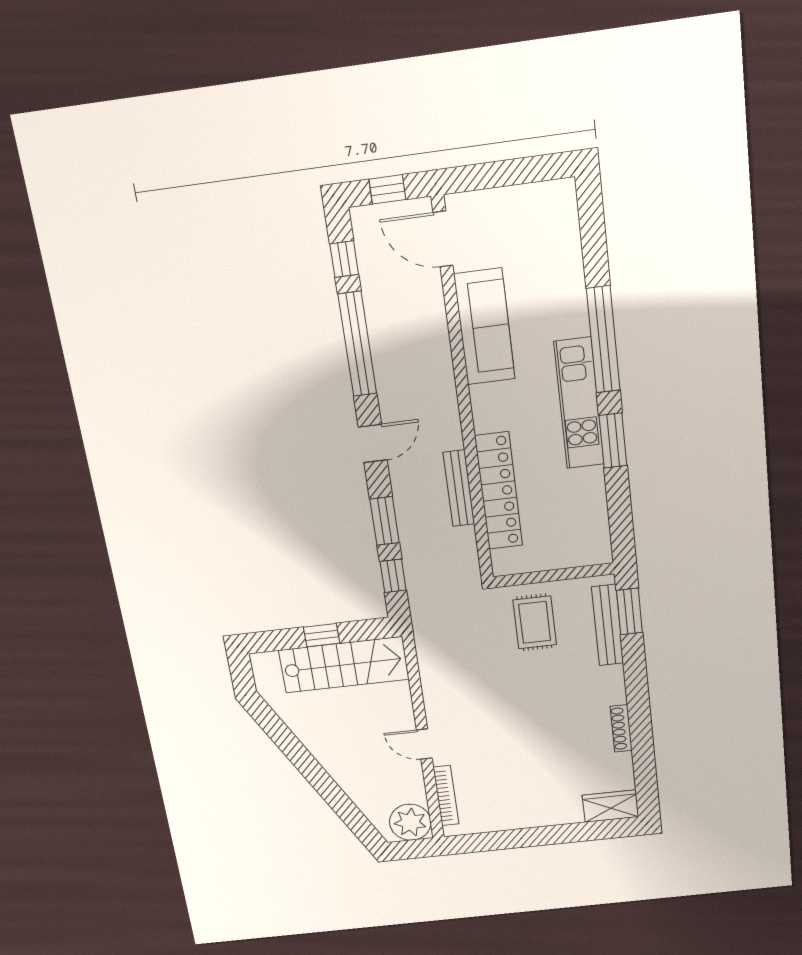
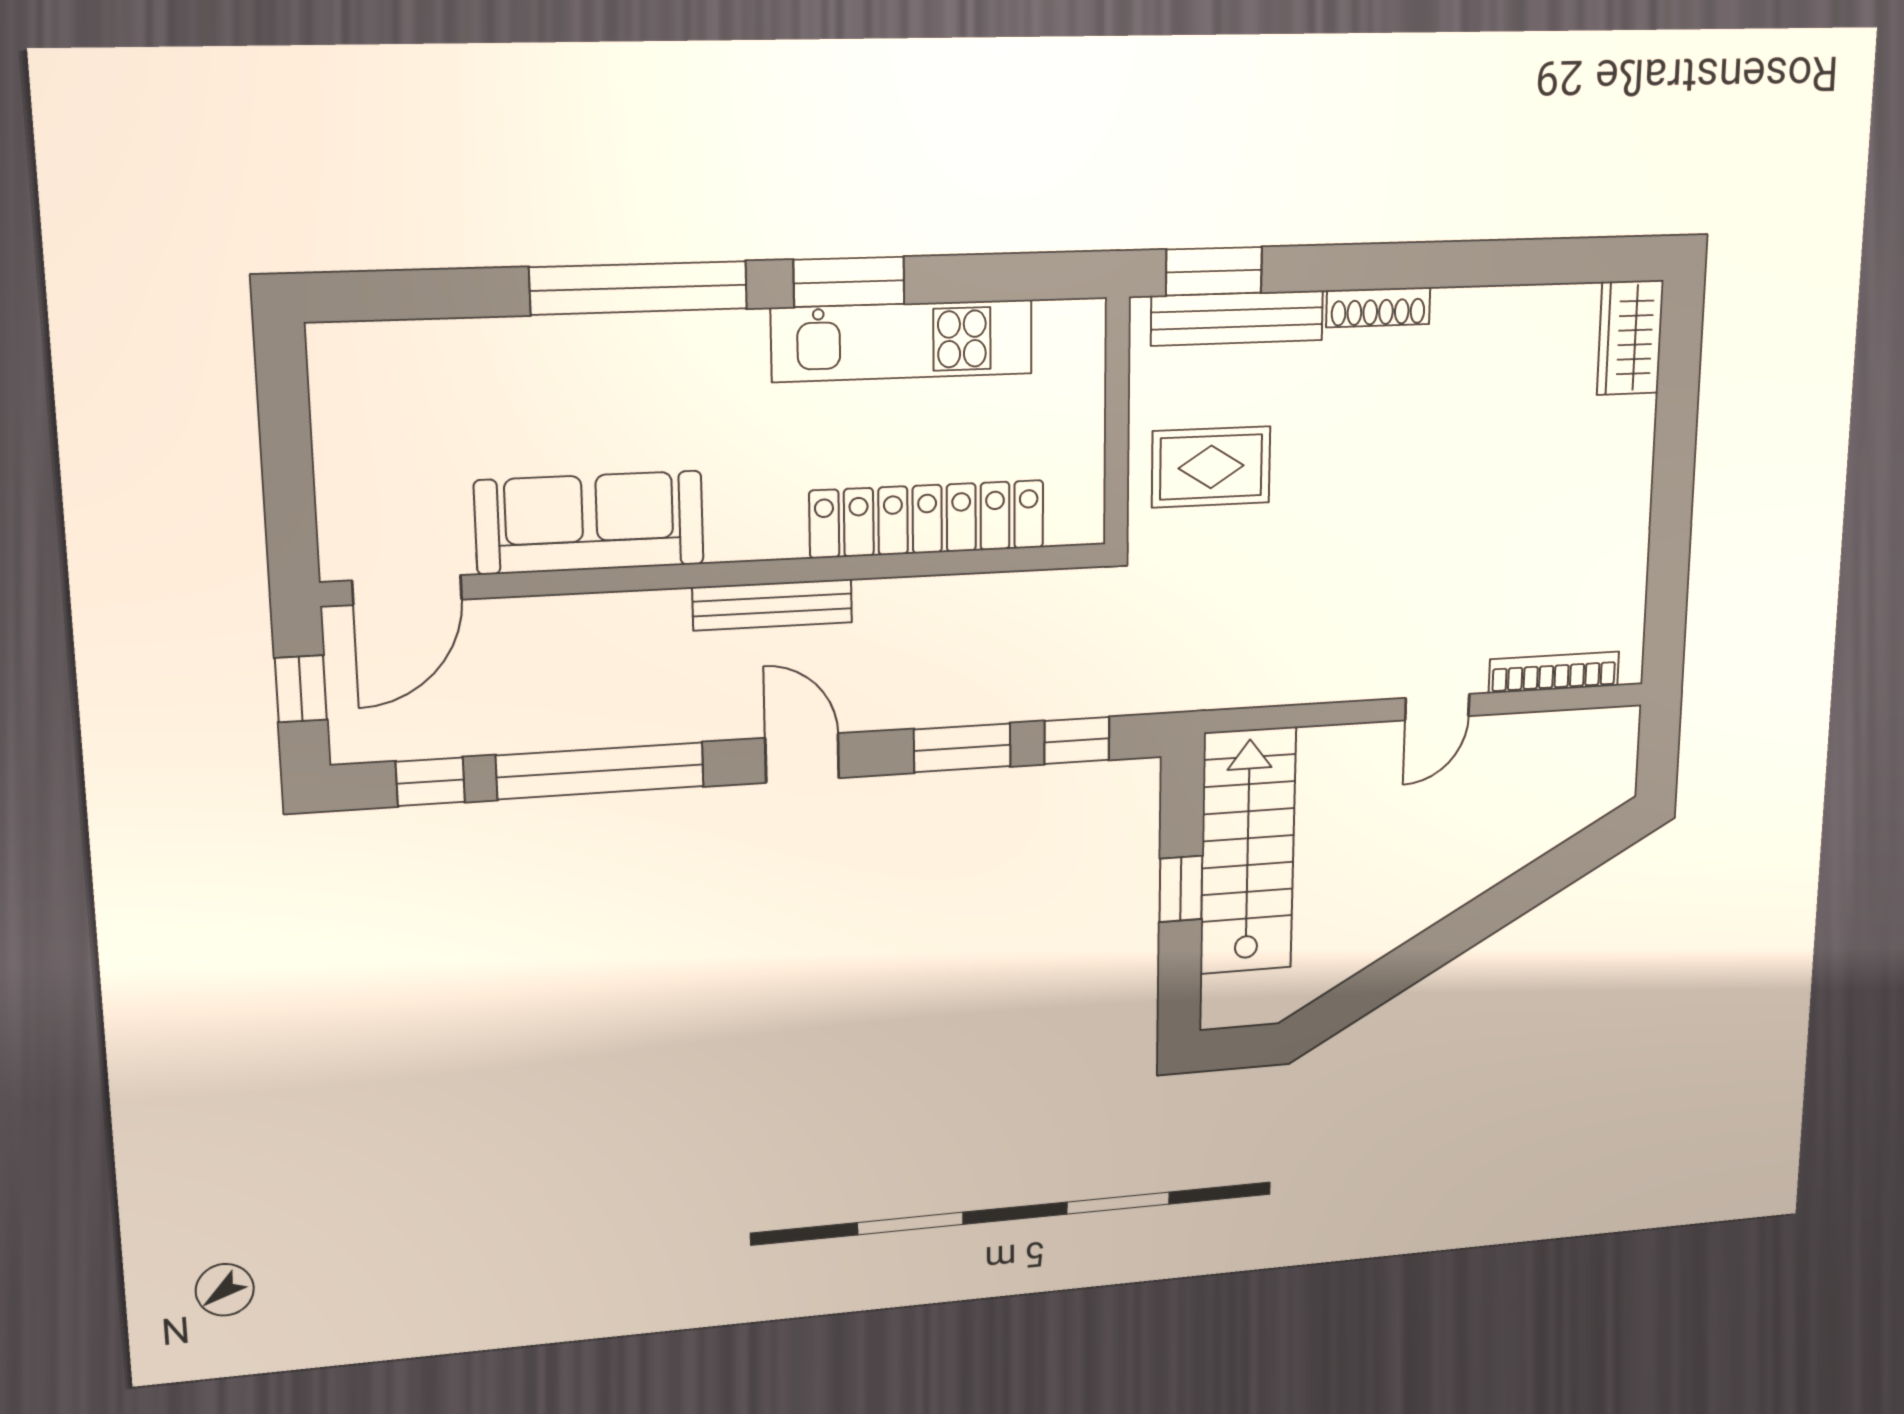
kitchen unit: (579, 403) -> (902, 341), moved
bench: (459, 488) -> (772, 605), moved
shoe rack: (621, 728) -> (1378, 307), moved
plant: (410, 822) -> (1600, 748), removed

